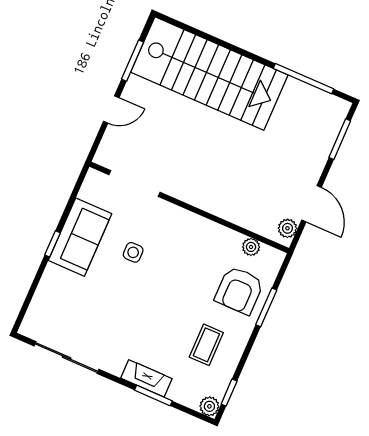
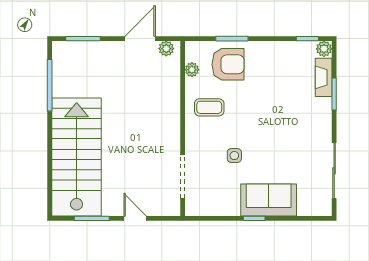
sofa: (80, 237) -> (269, 200), moved
coffee table: (206, 345) -> (209, 107), moved
fireplace: (146, 378) -> (324, 77), moved

